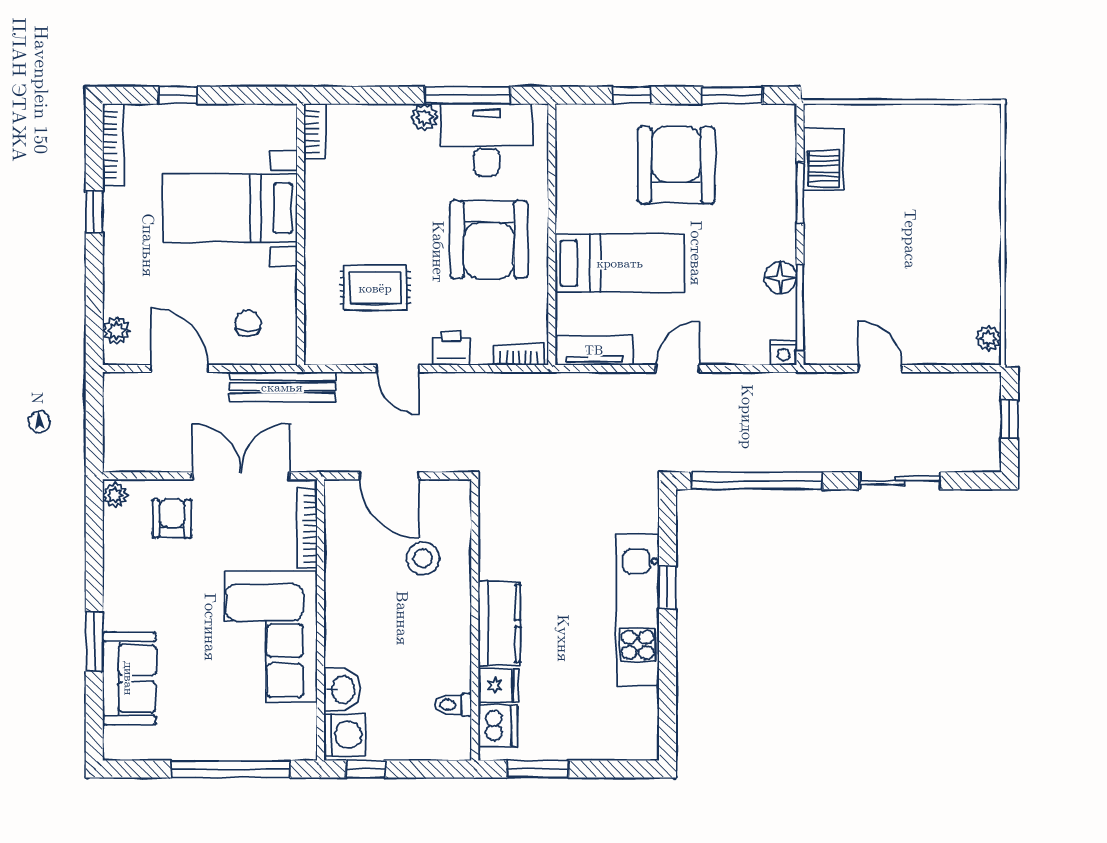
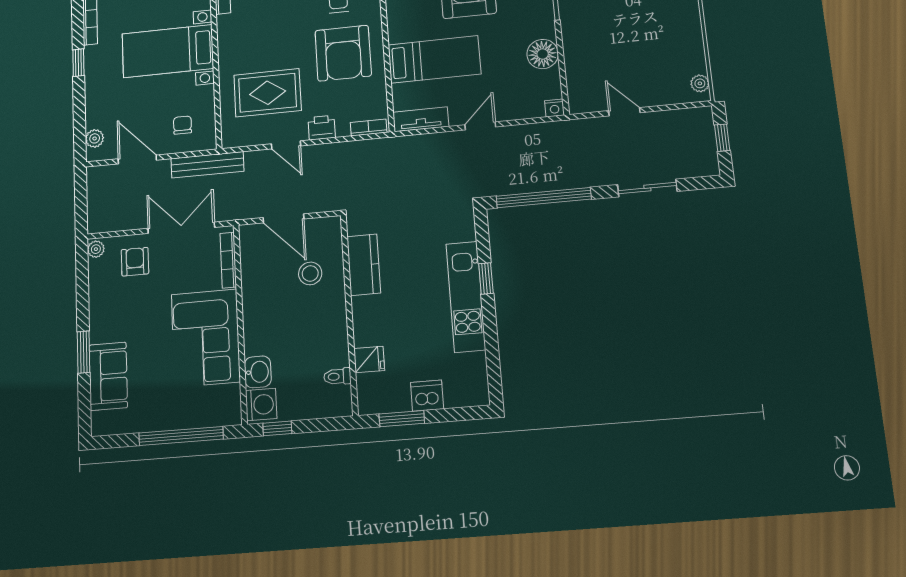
floor lamp: (781, 278) -> (543, 54), width x1.38, depth x1.38
rug: (375, 288) -> (268, 93), width x1.36, depth x1.43
window: (800, 308) -> (563, 76), removed
kitchen counter: (499, 623) -> (364, 265), moved
dishwasher: (498, 726) -> (427, 396), moved, turned -90

